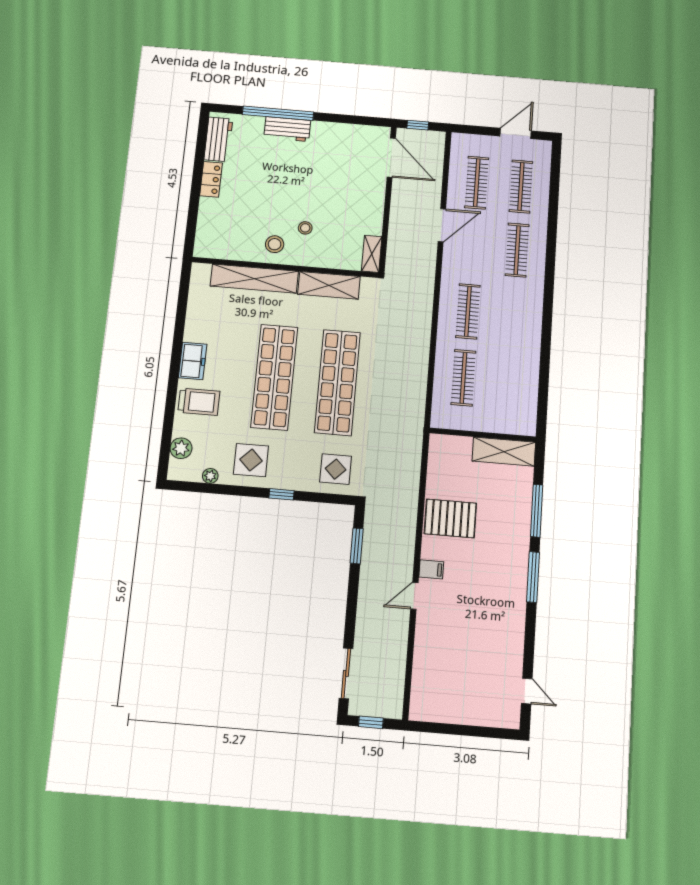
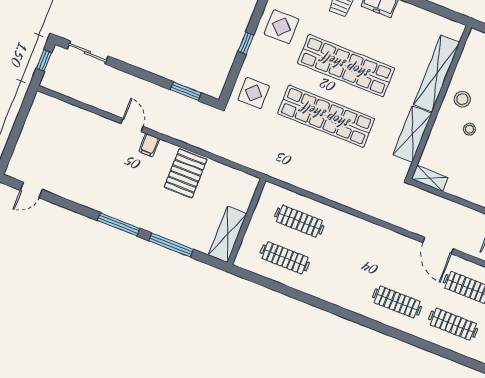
clothes rail: (468, 311) -> (285, 258), moved

